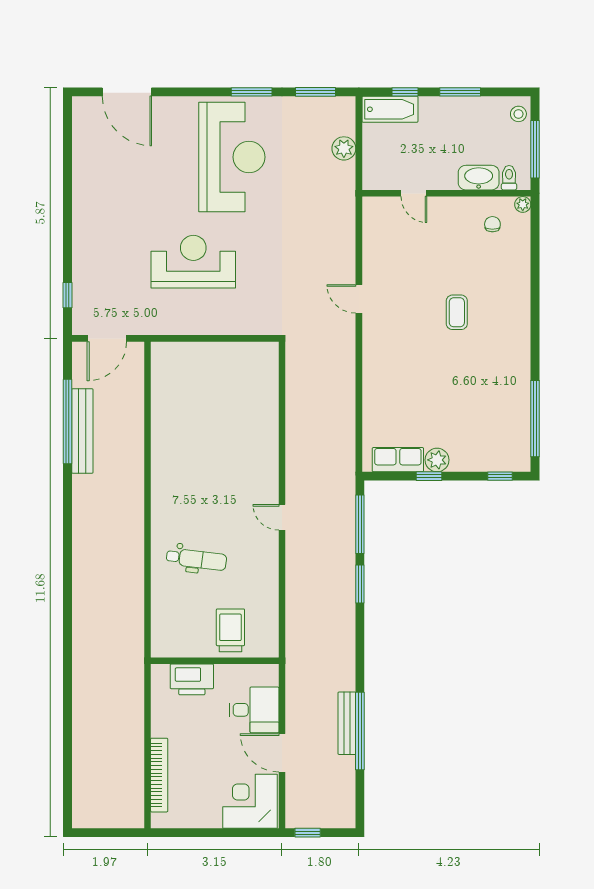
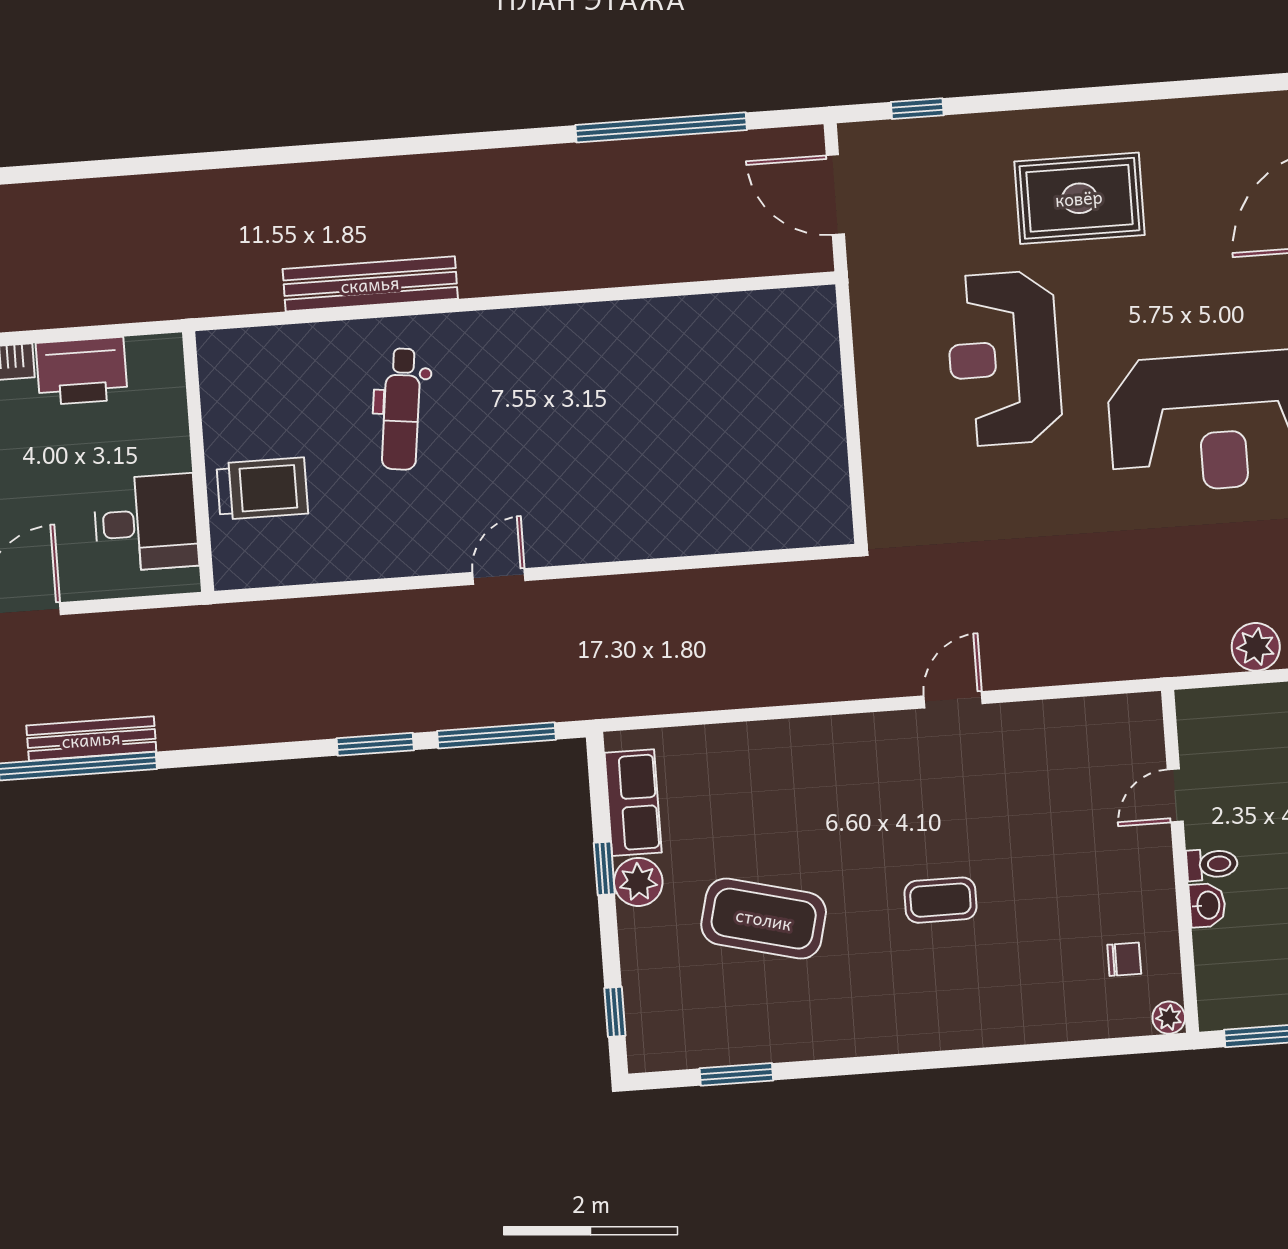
washbasin: (479, 178) -> (1207, 905), width x0.52, depth x0.69
toilet: (509, 178) -> (1212, 864), moved
rug: (117, 219) -> (1079, 198), added
reception desk: (193, 262) -> (1004, 359), turned 180
coffee table: (459, 400) -> (764, 919), added
window: (535, 419) -> (736, 1074), width x0.47
bench: (82, 431) -> (370, 284), moved
printer: (192, 679) -> (82, 371), moved, turned -90
desk: (254, 710) -> (146, 523), moved, turned -90

